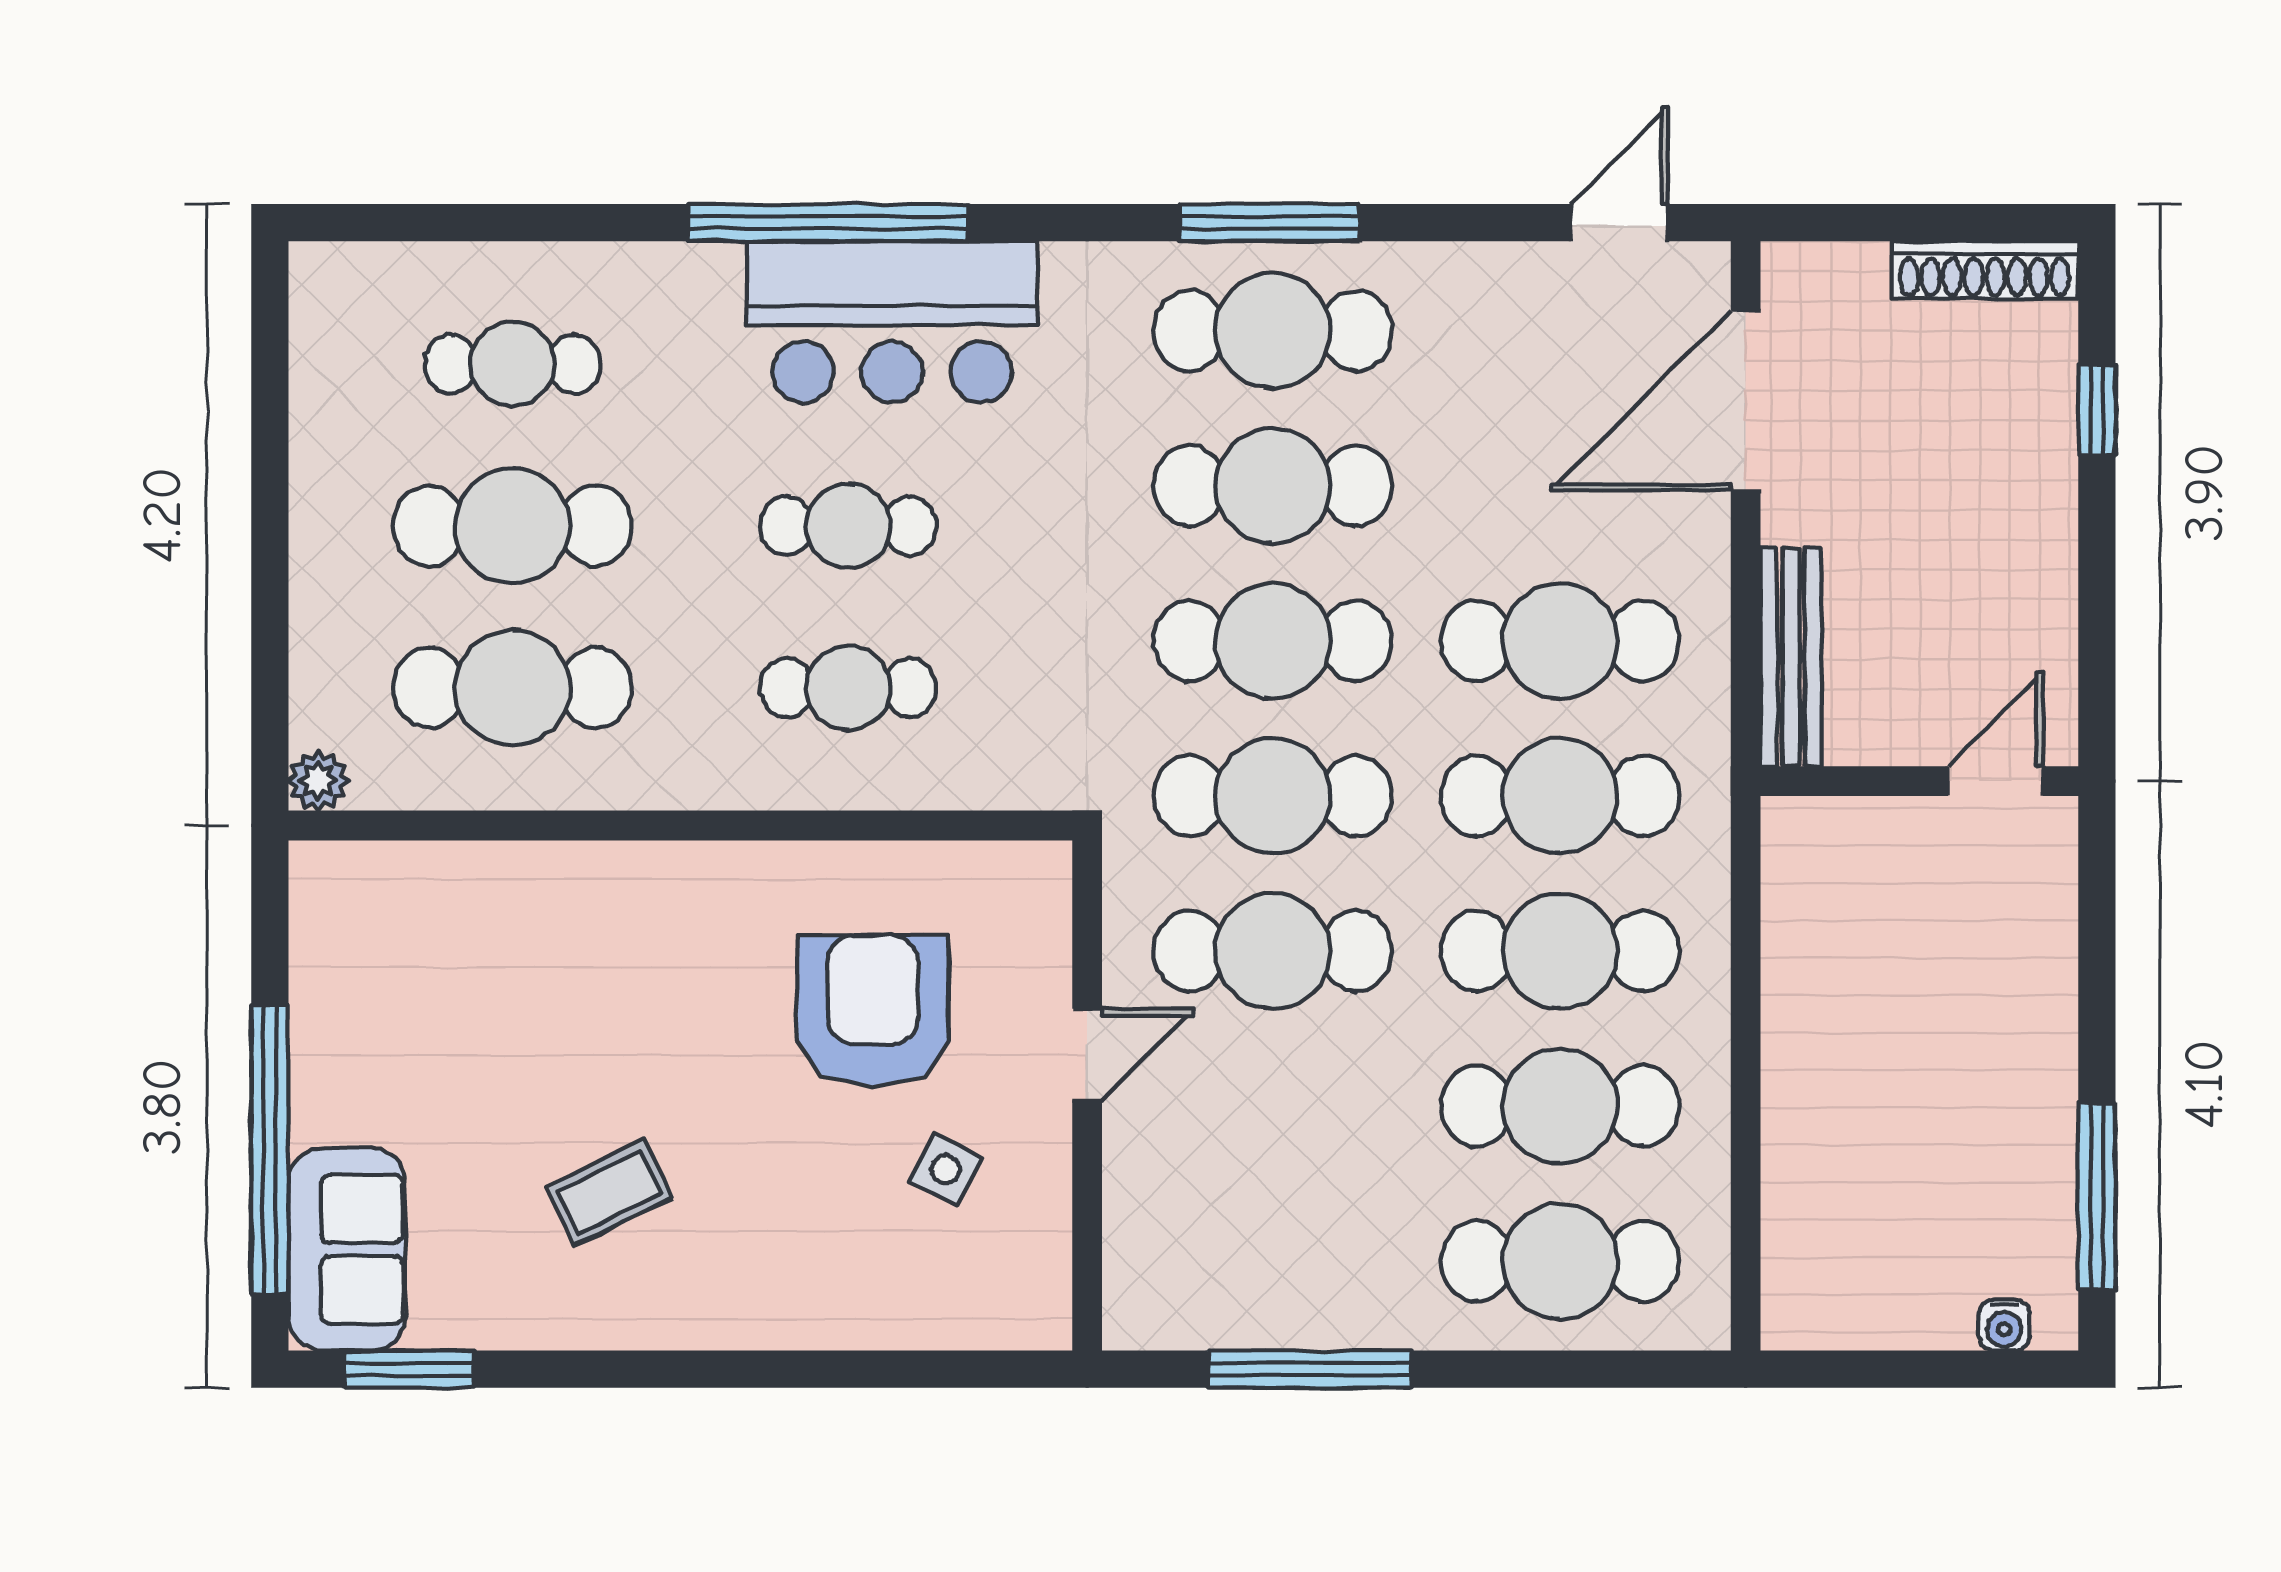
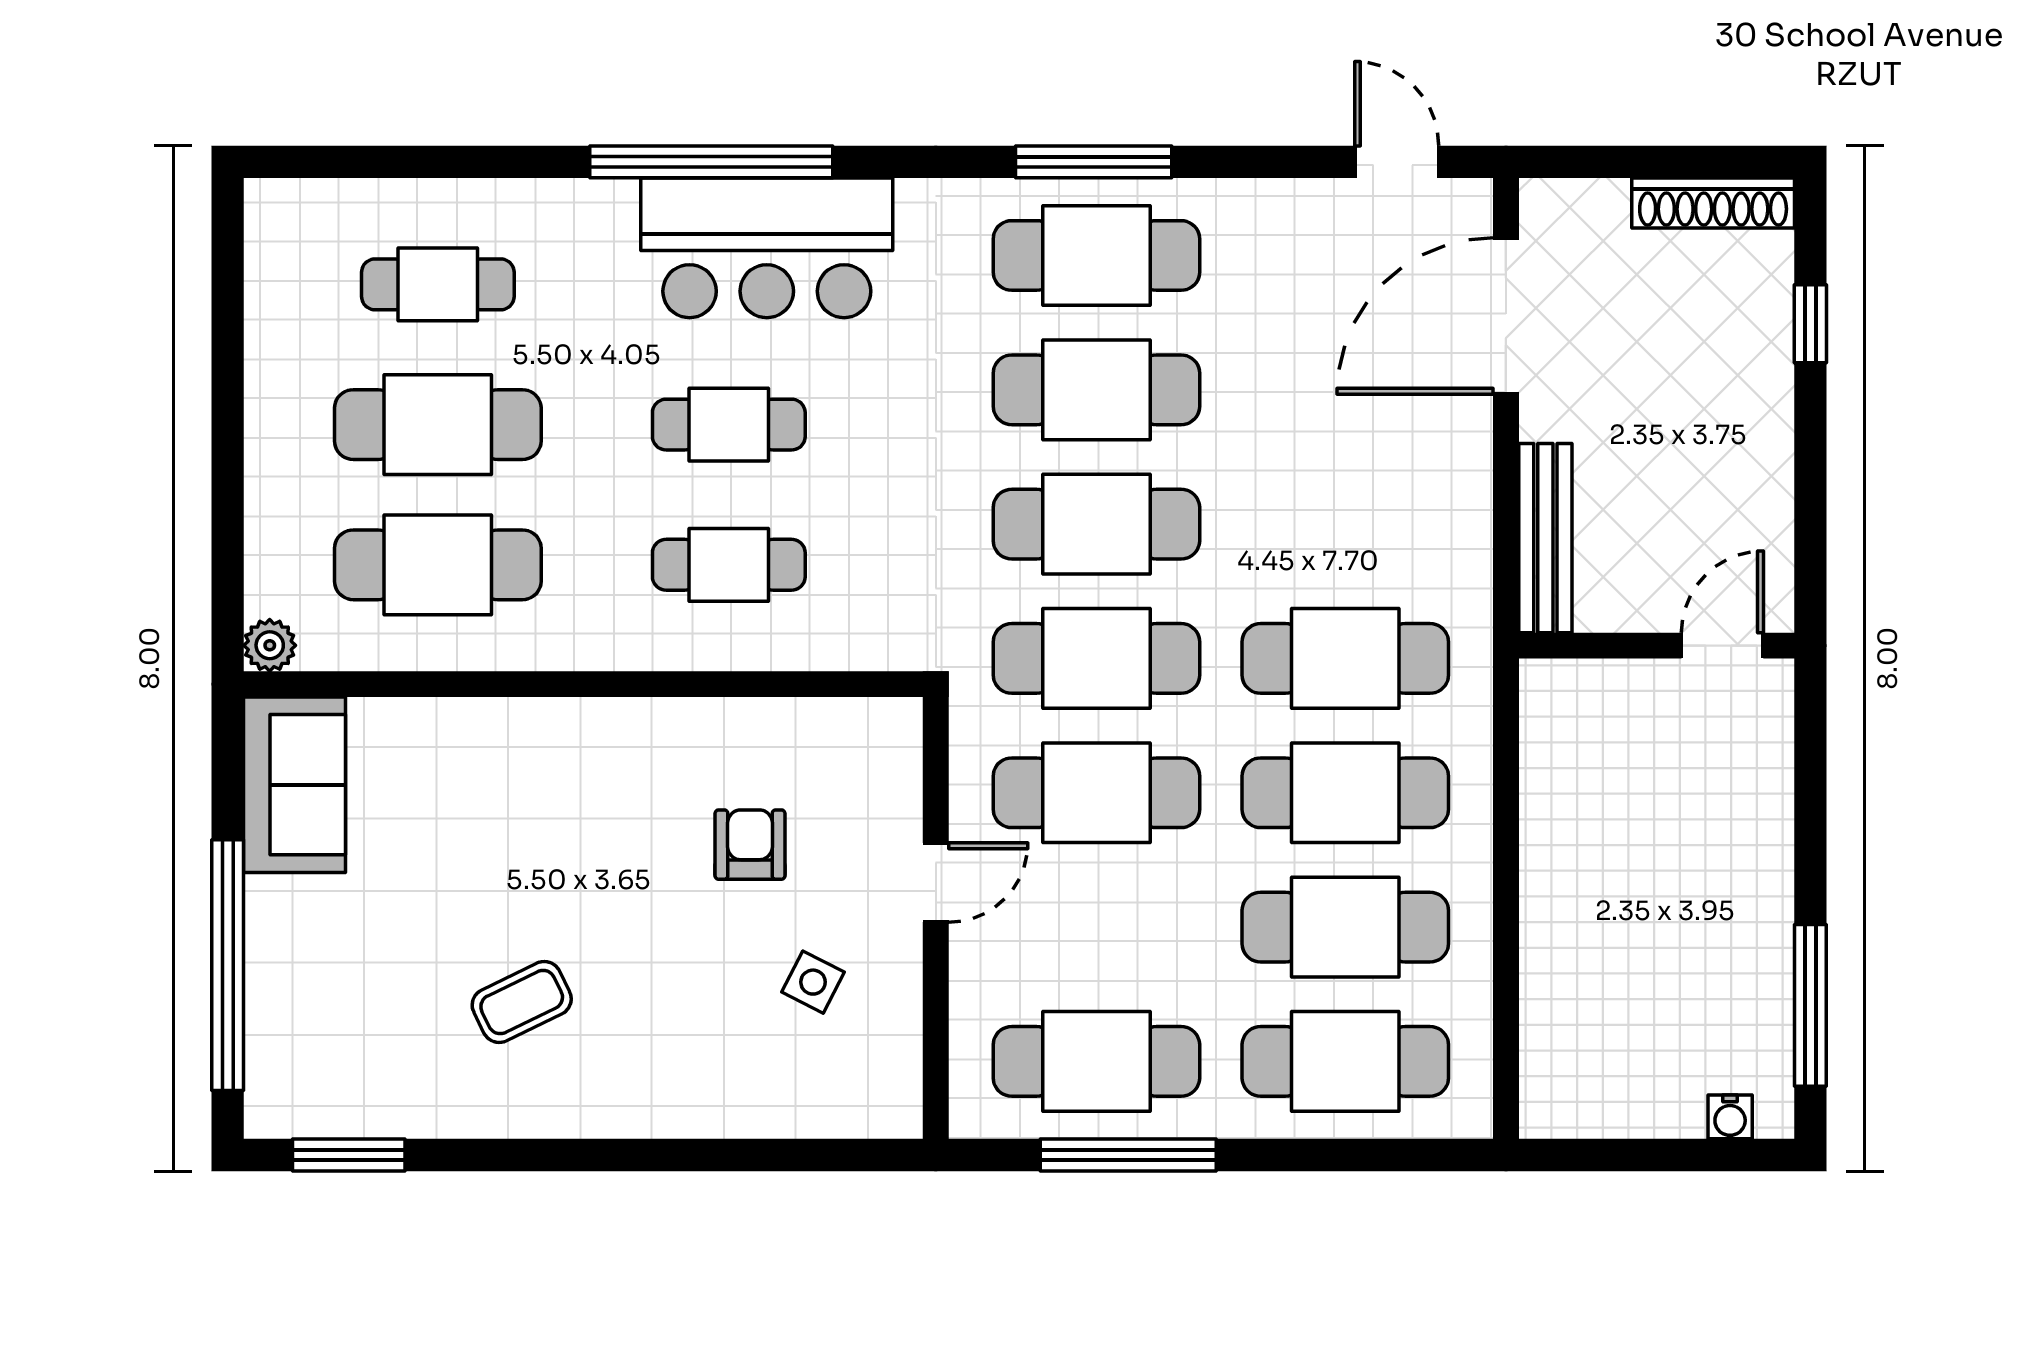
door: (1619, 223) -> (1397, 162), hinge flipped
cafe table: (1560, 641) -> (1096, 1061), moved
armchair: (873, 1011) -> (750, 845), width x0.53, depth x0.53
sofa: (347, 1249) -> (295, 785), moved

